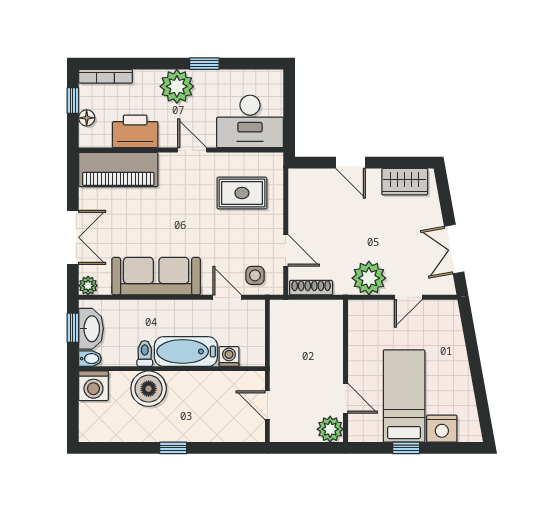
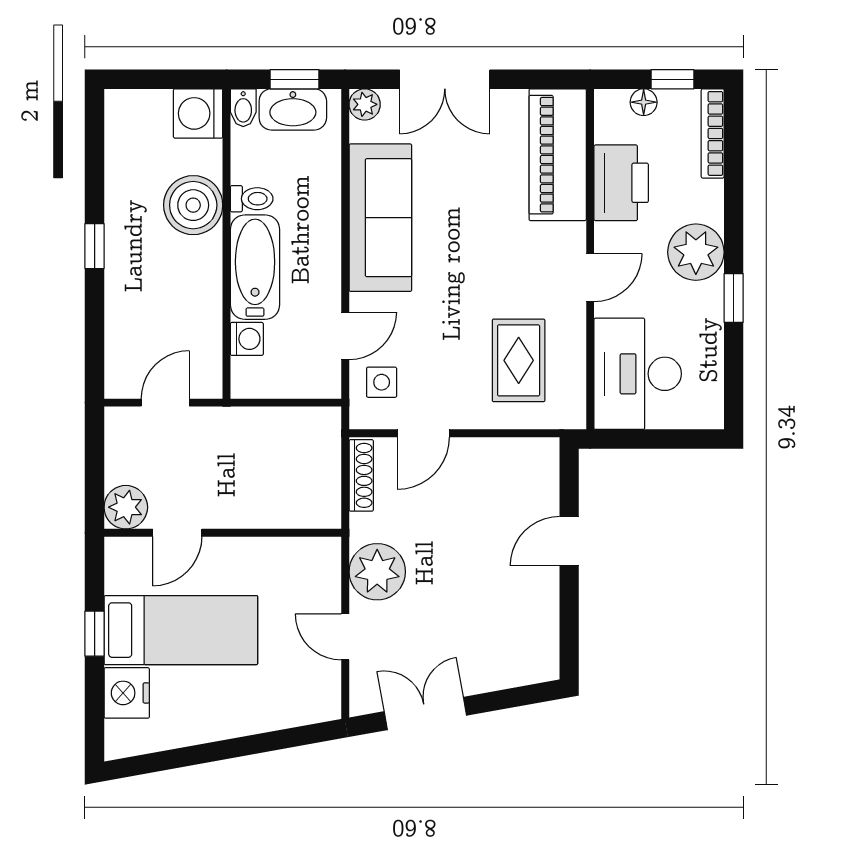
wardrobe: (405, 182) -> (537, 631), removed

